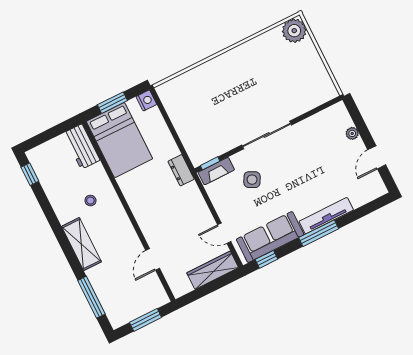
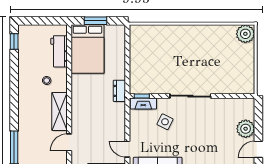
nightstand: (146, 100) -> (120, 31), removed
plant: (352, 133) -> (246, 129), width x1.88, depth x1.88
workbench: (82, 147) -> (59, 51), moved
shelving: (81, 244) -> (60, 111), moved

